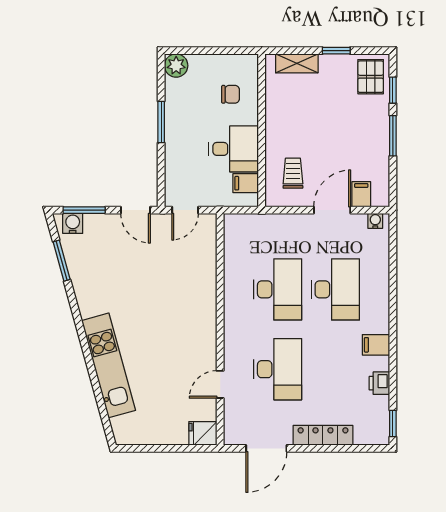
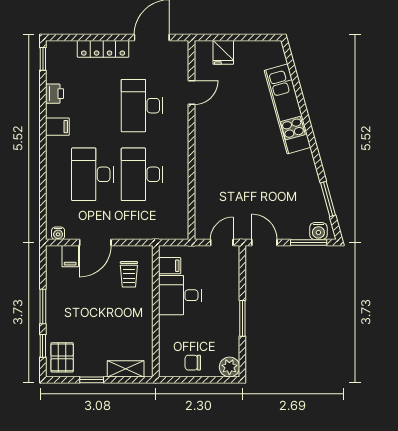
chair: (230, 94) -> (193, 363), moved
fridge: (203, 433) -> (223, 52), moved, turned 90

